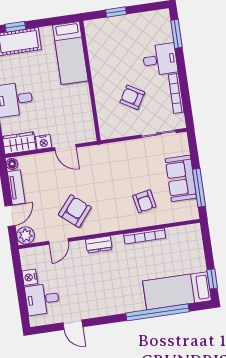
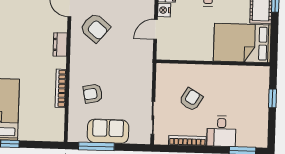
bed: (70, 53) -> (242, 43), width x1.50

